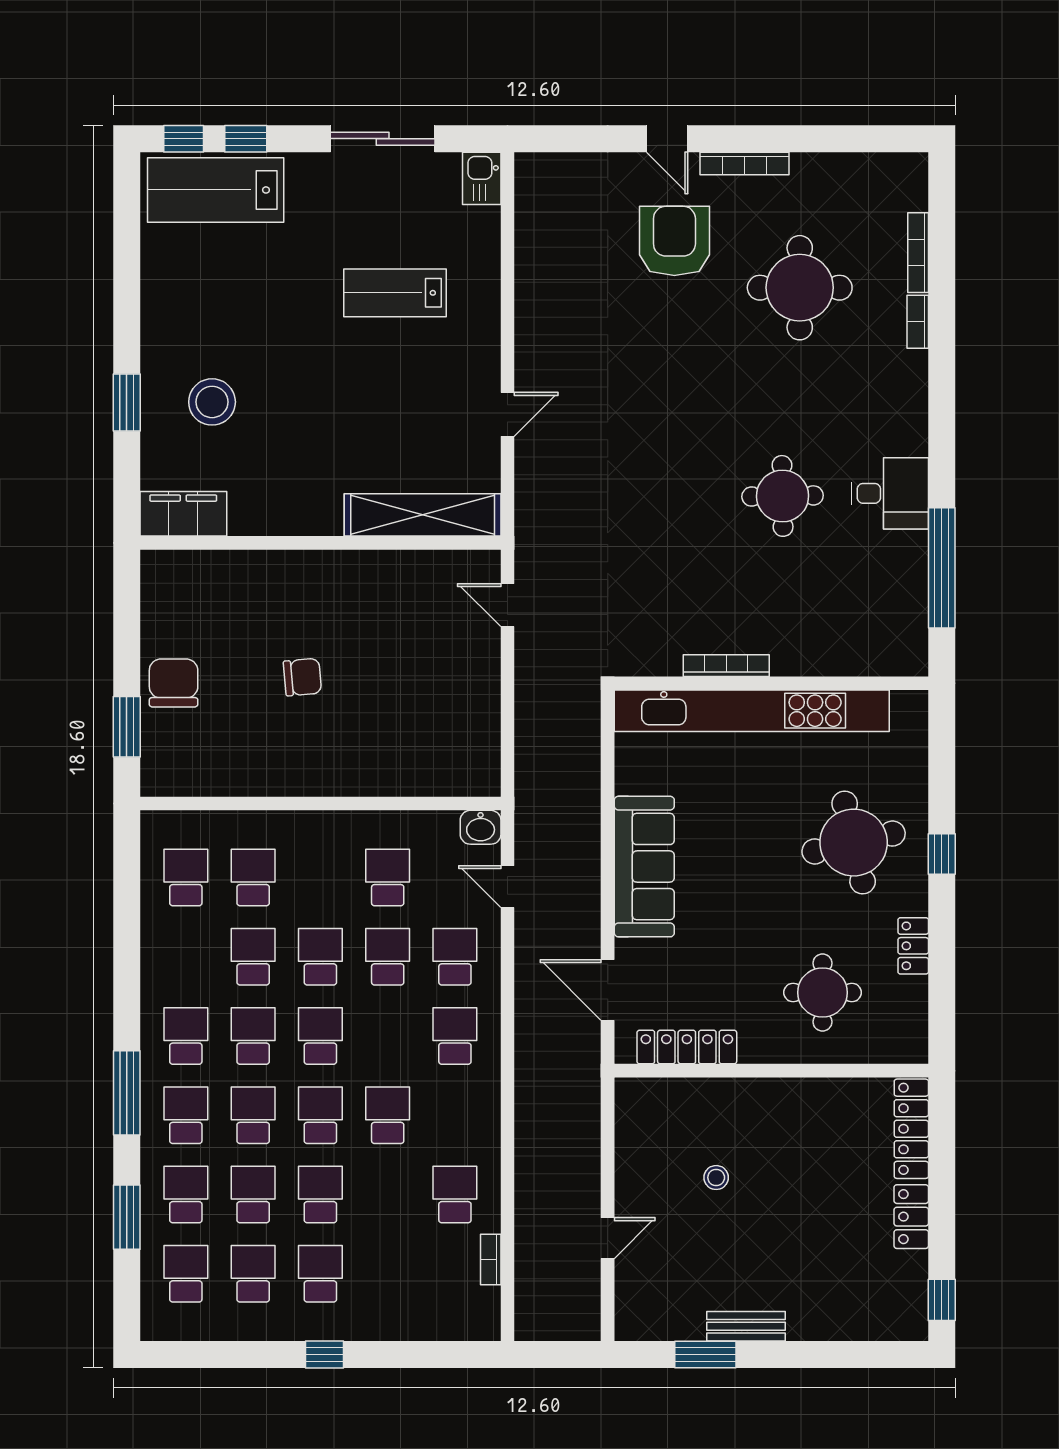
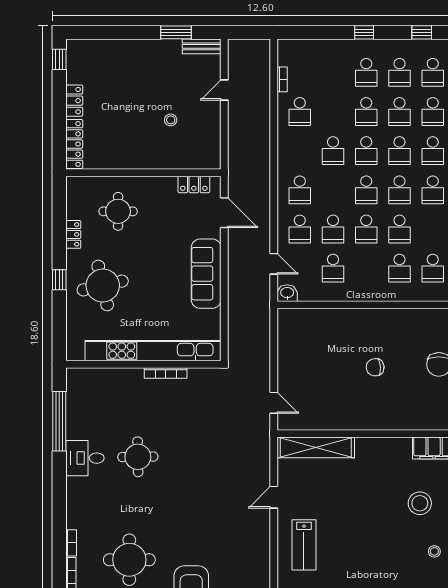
lab bench: (395, 293) -> (304, 545), moved, turned 90
stool: (183, 304) -> (434, 551), added
locker: (687, 1047) -> (194, 184), width x0.66
bench: (746, 1326) -> (202, 46), moved
window: (208, 1355) -> (422, 32), added

